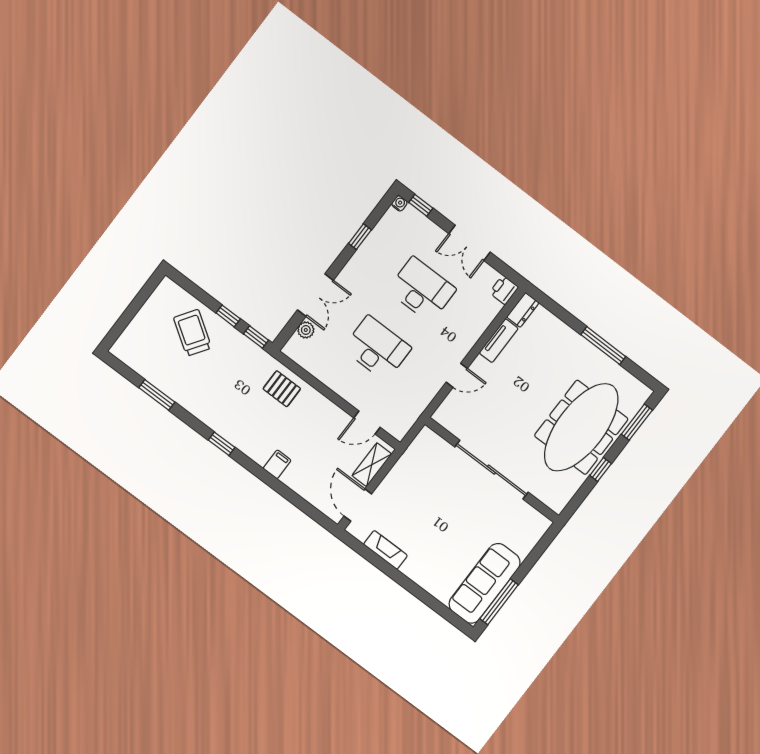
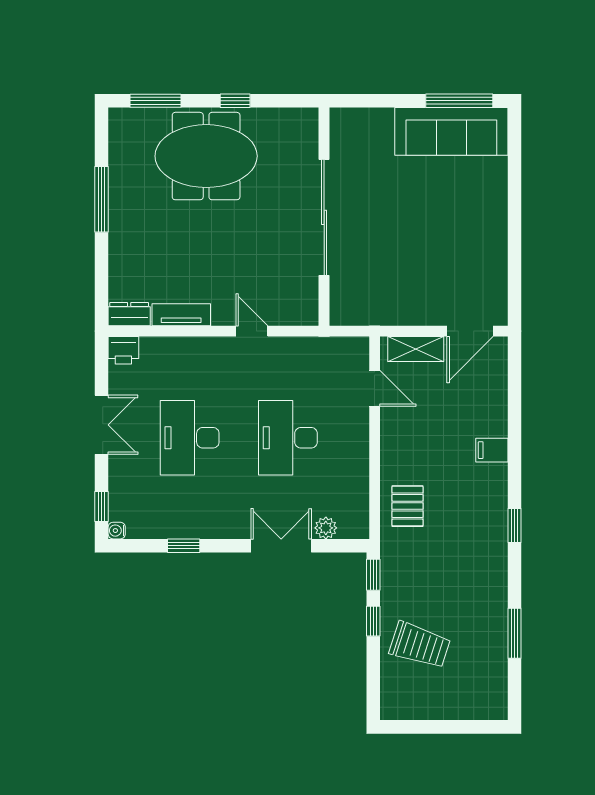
trolley: (193, 333) -> (420, 645), turned -106
meeting table: (581, 427) -> (206, 156), width x0.73
fireplace: (386, 550) -> (496, 265), removed

